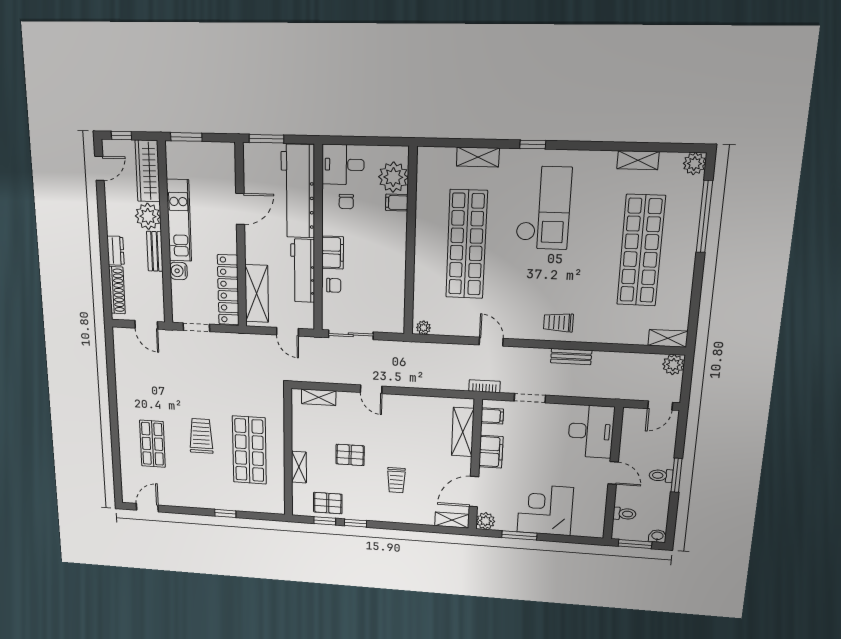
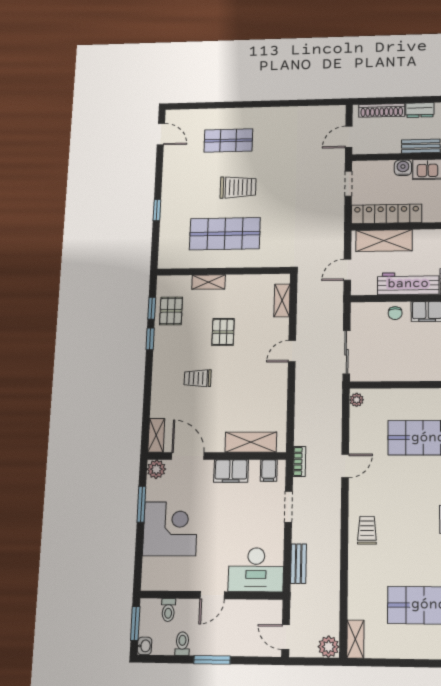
sliding door: (351, 335) -> (346, 352), moved
bench: (571, 357) -> (298, 564), moved
toilet: (661, 476) -> (182, 644), moved

